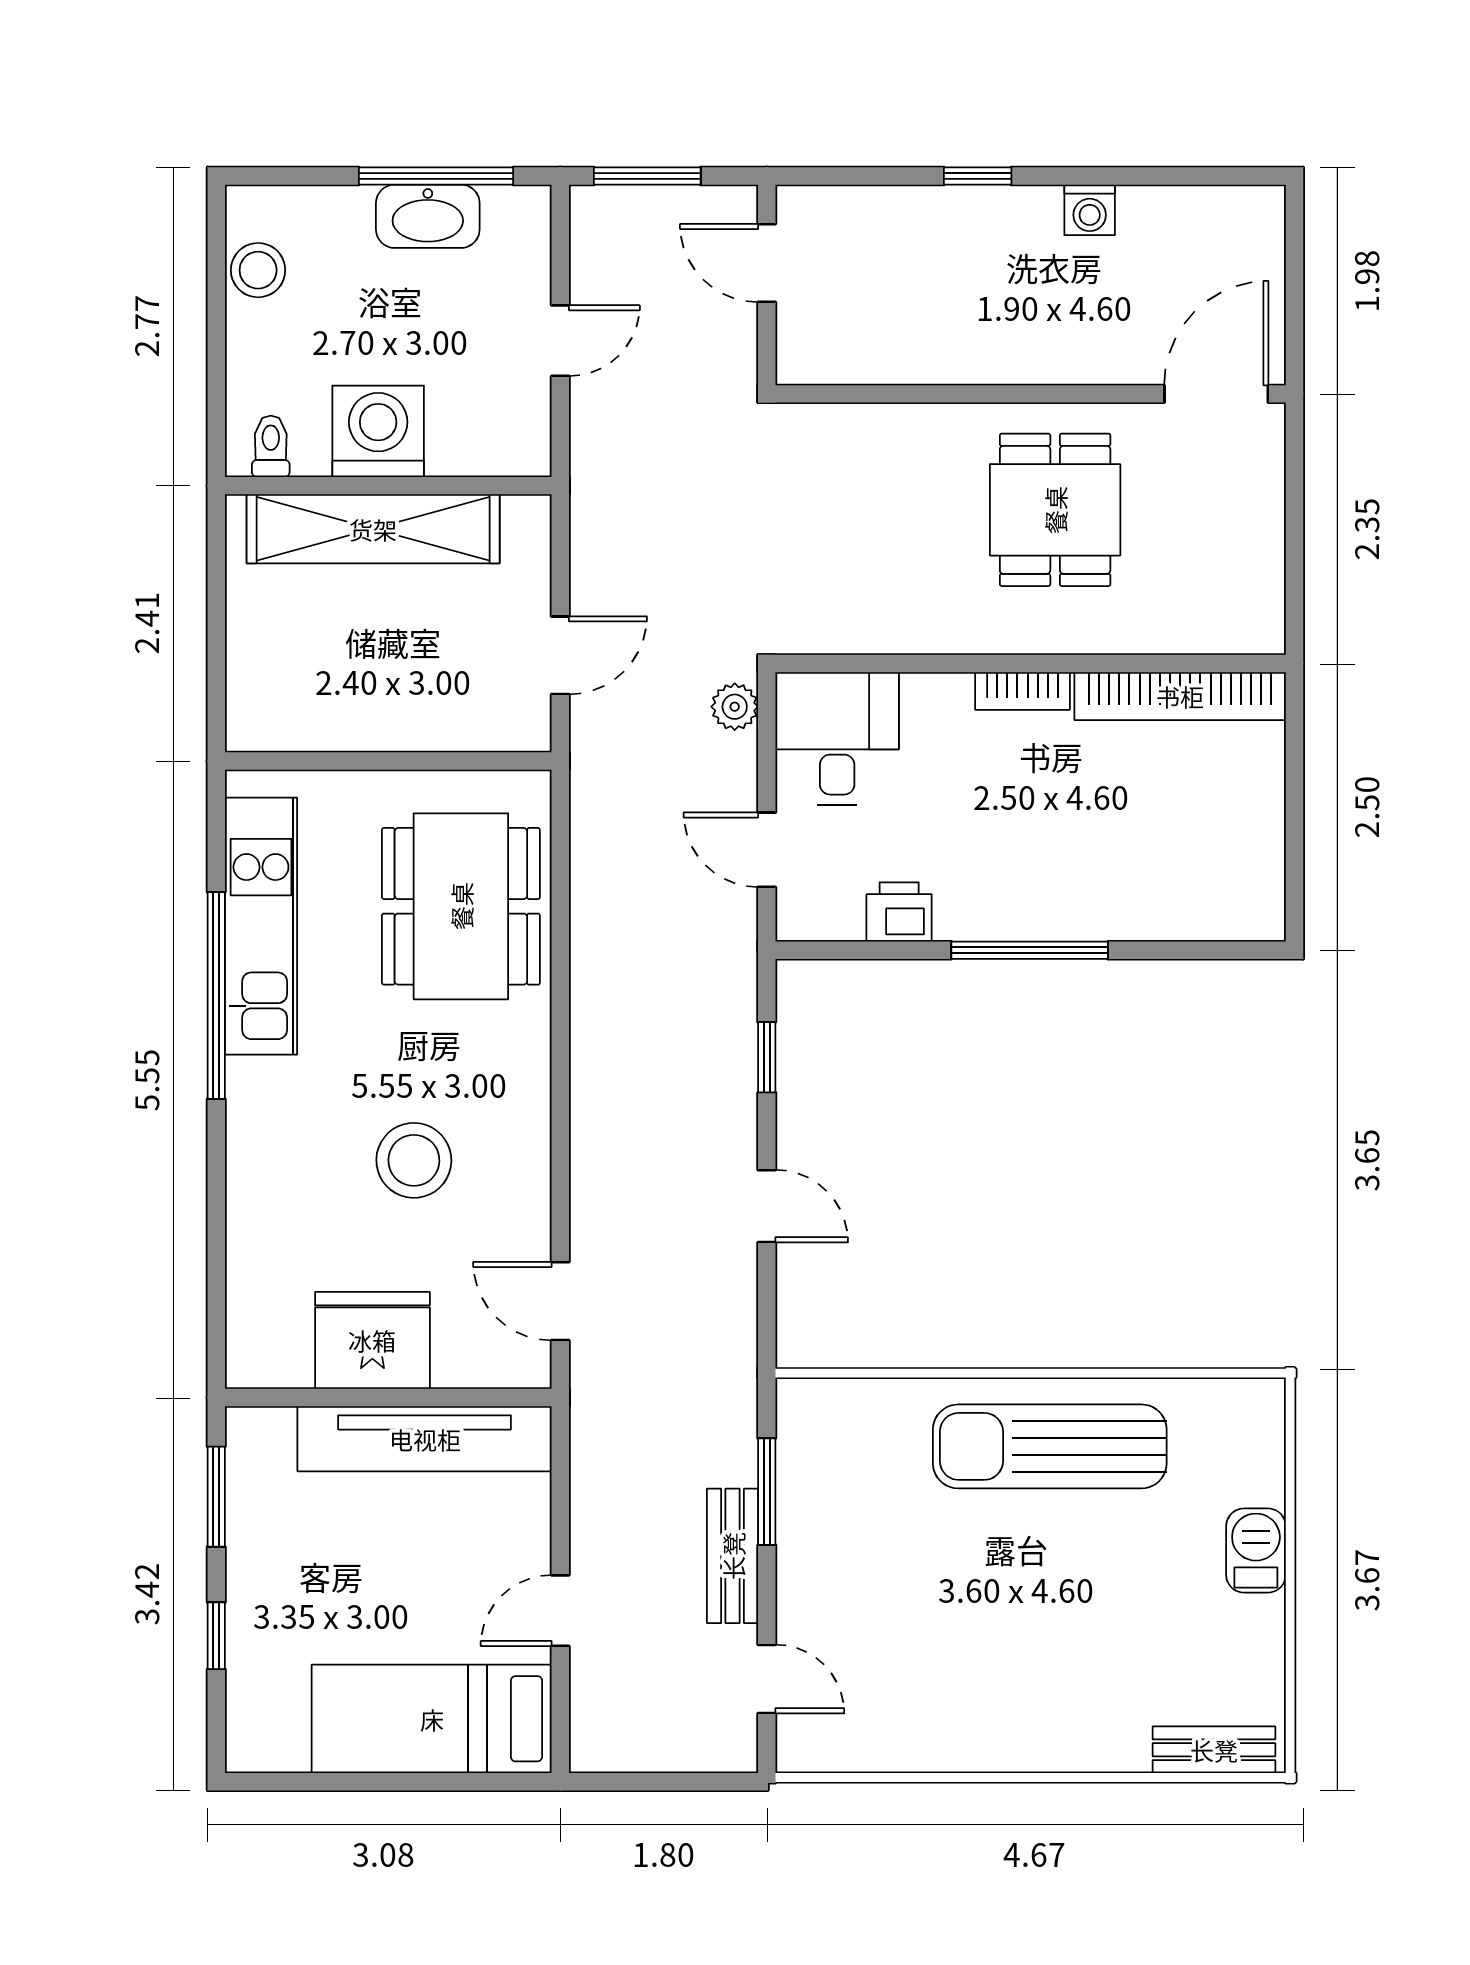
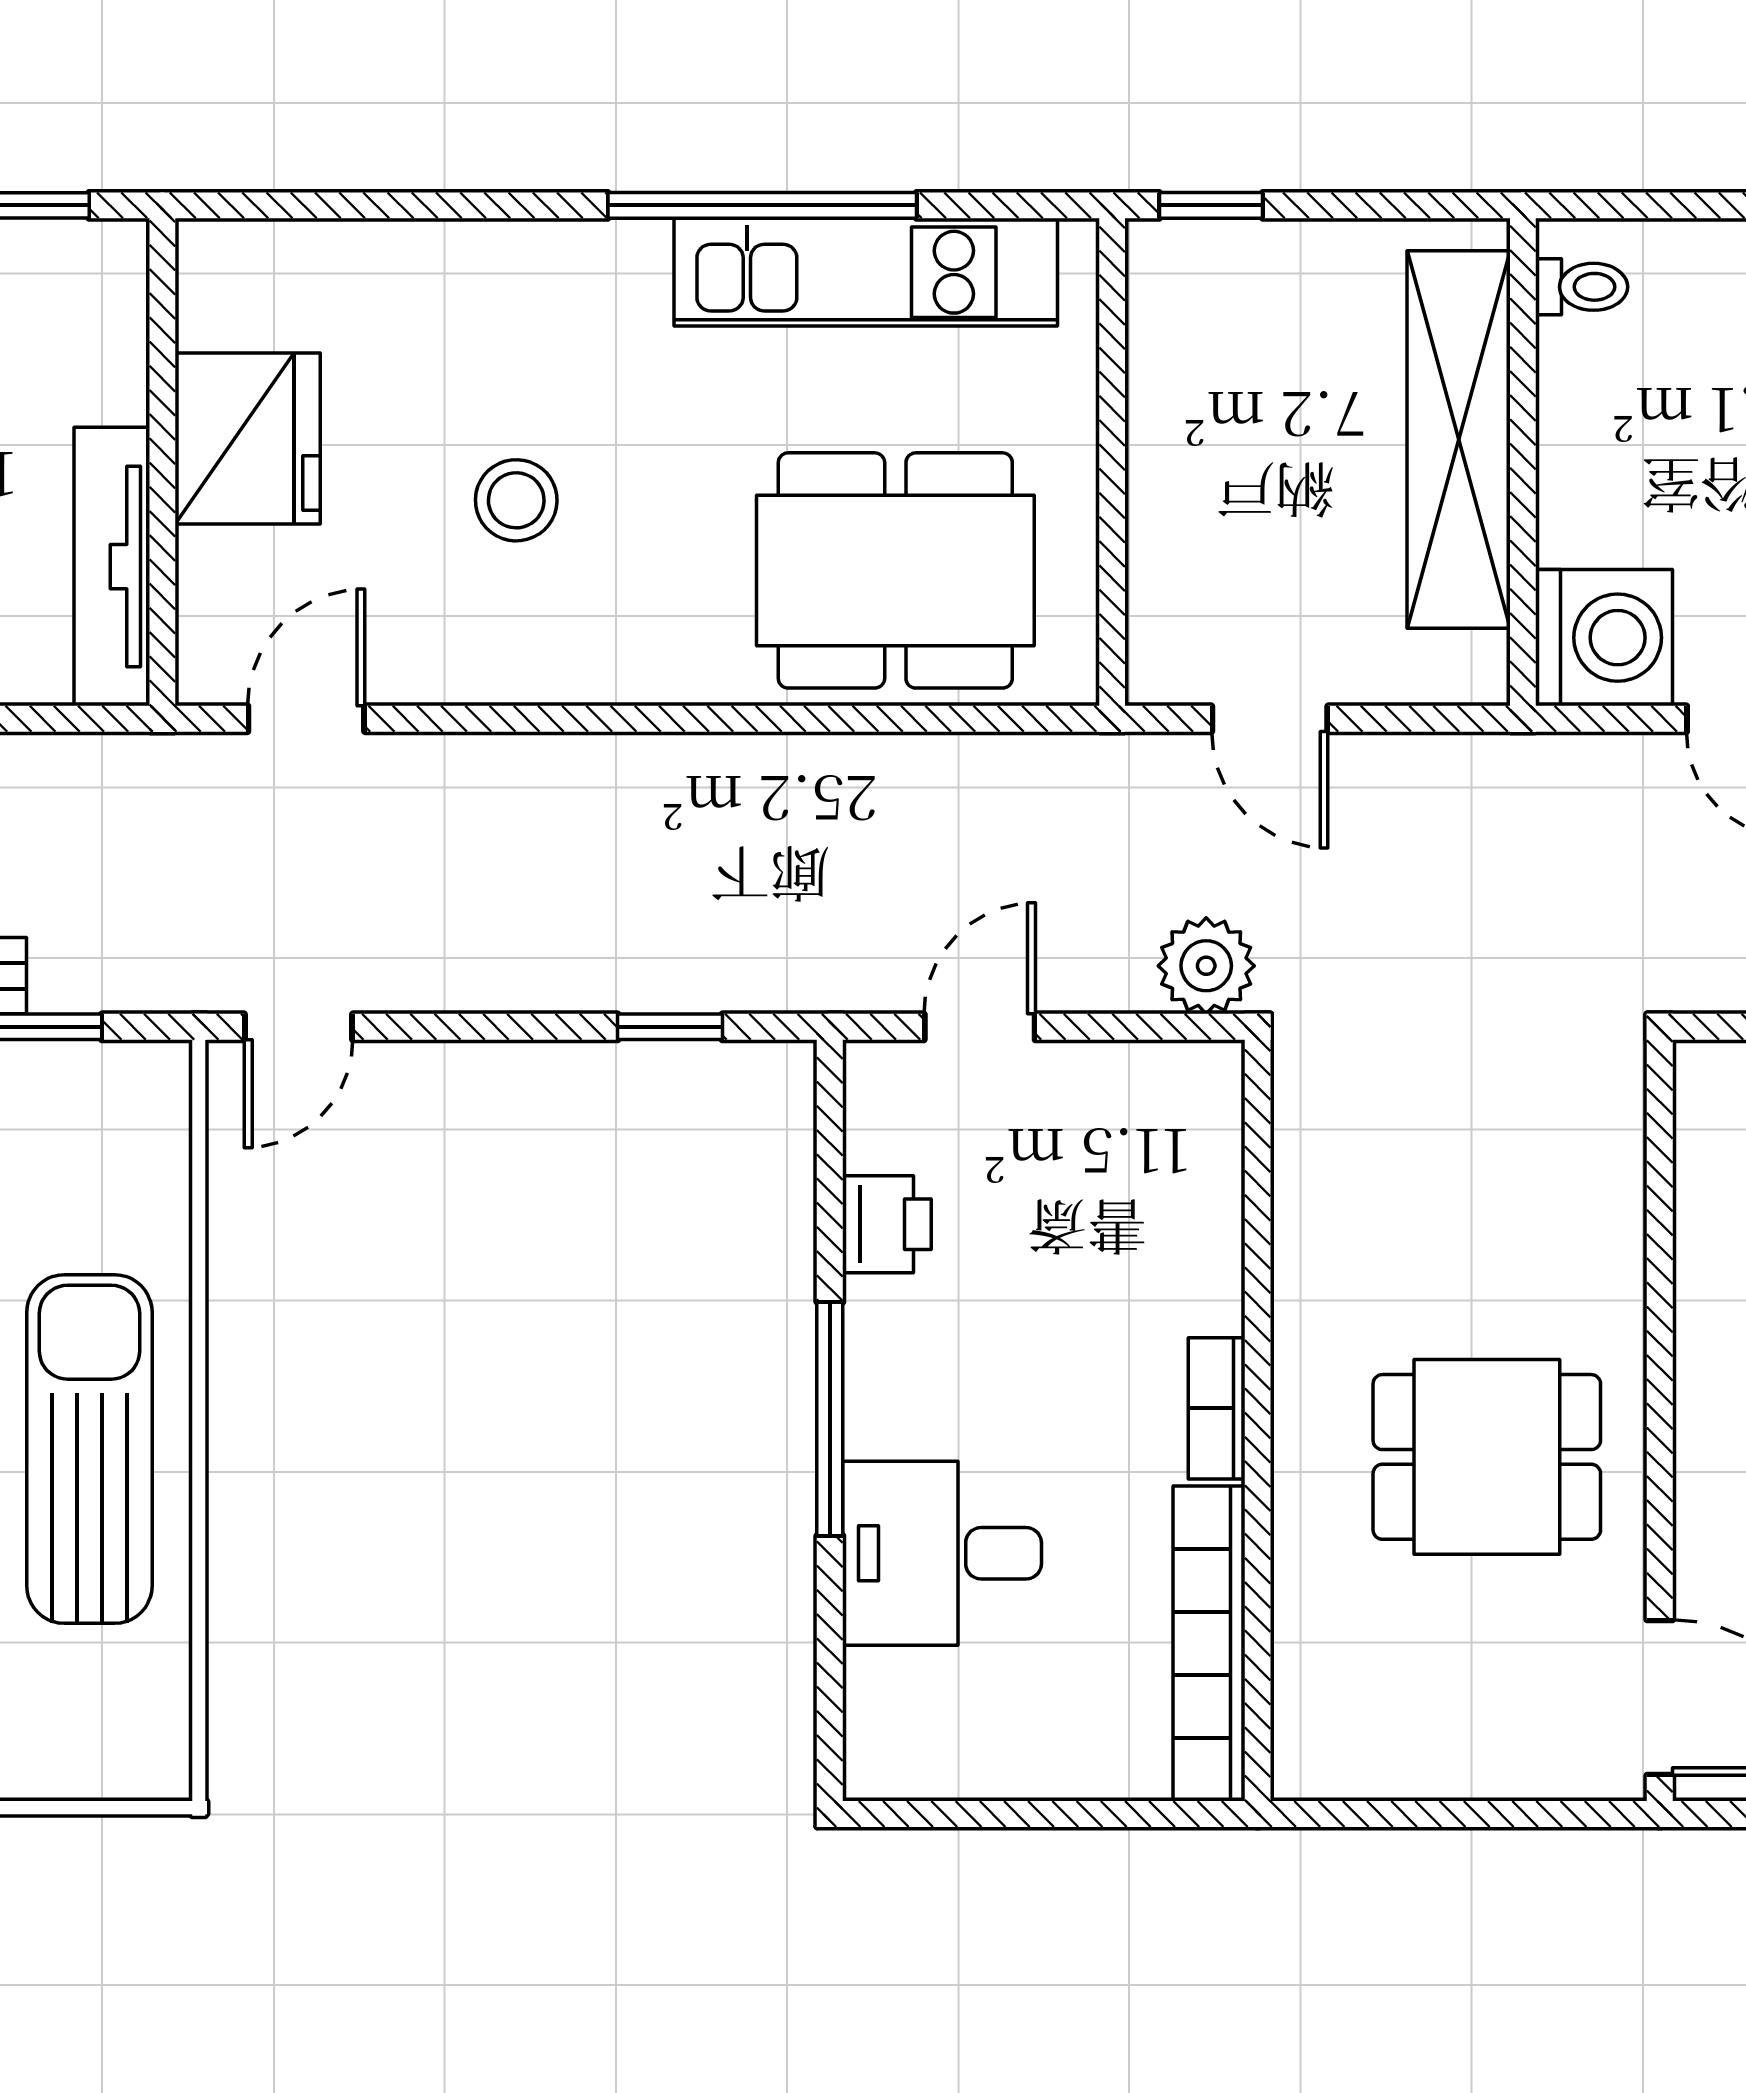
washing machine: (378, 431) -> (1604, 638), moved
window: (216, 695) -> (1211, 205), added
plant: (735, 707) -> (1206, 966), width x1.38, depth x1.38
desk: (837, 739) -> (942, 1553), moved, turned 180
stool: (414, 1160) -> (516, 500), width x0.73, depth x0.73
door: (767, 1206) -> (298, 1027), moved
tv unit: (425, 1439) -> (112, 567), width x0.73, depth x0.78

